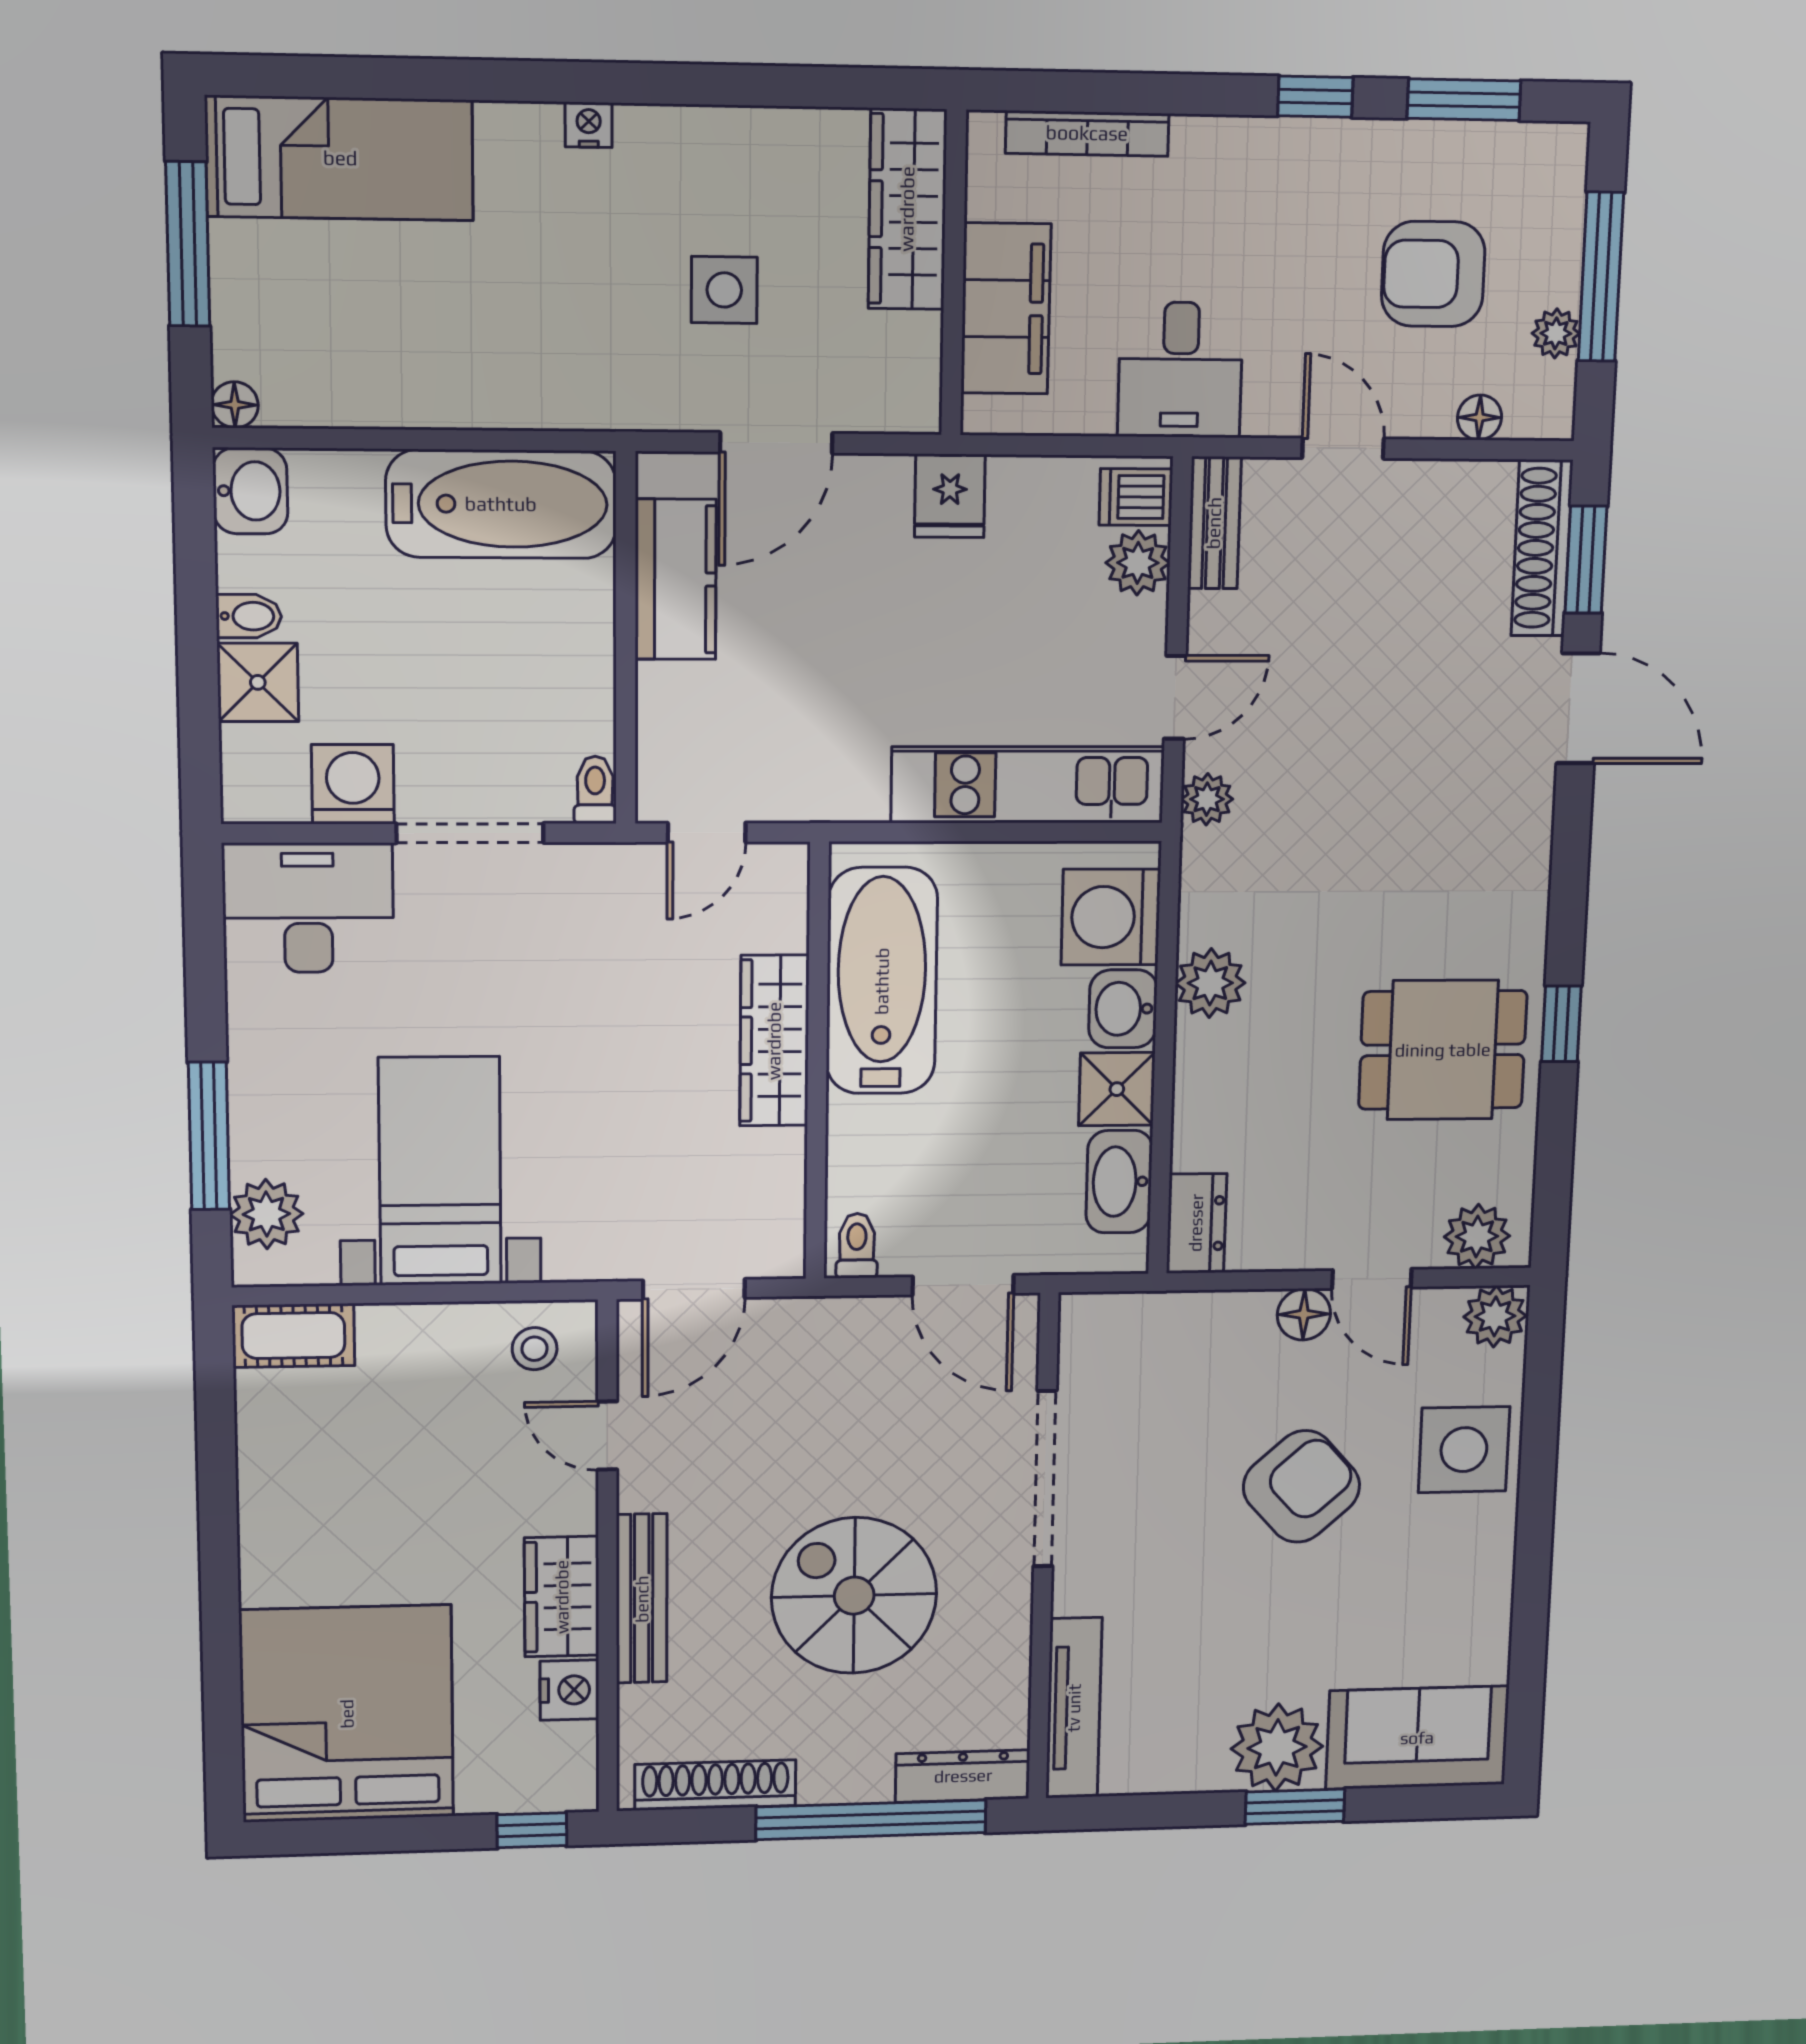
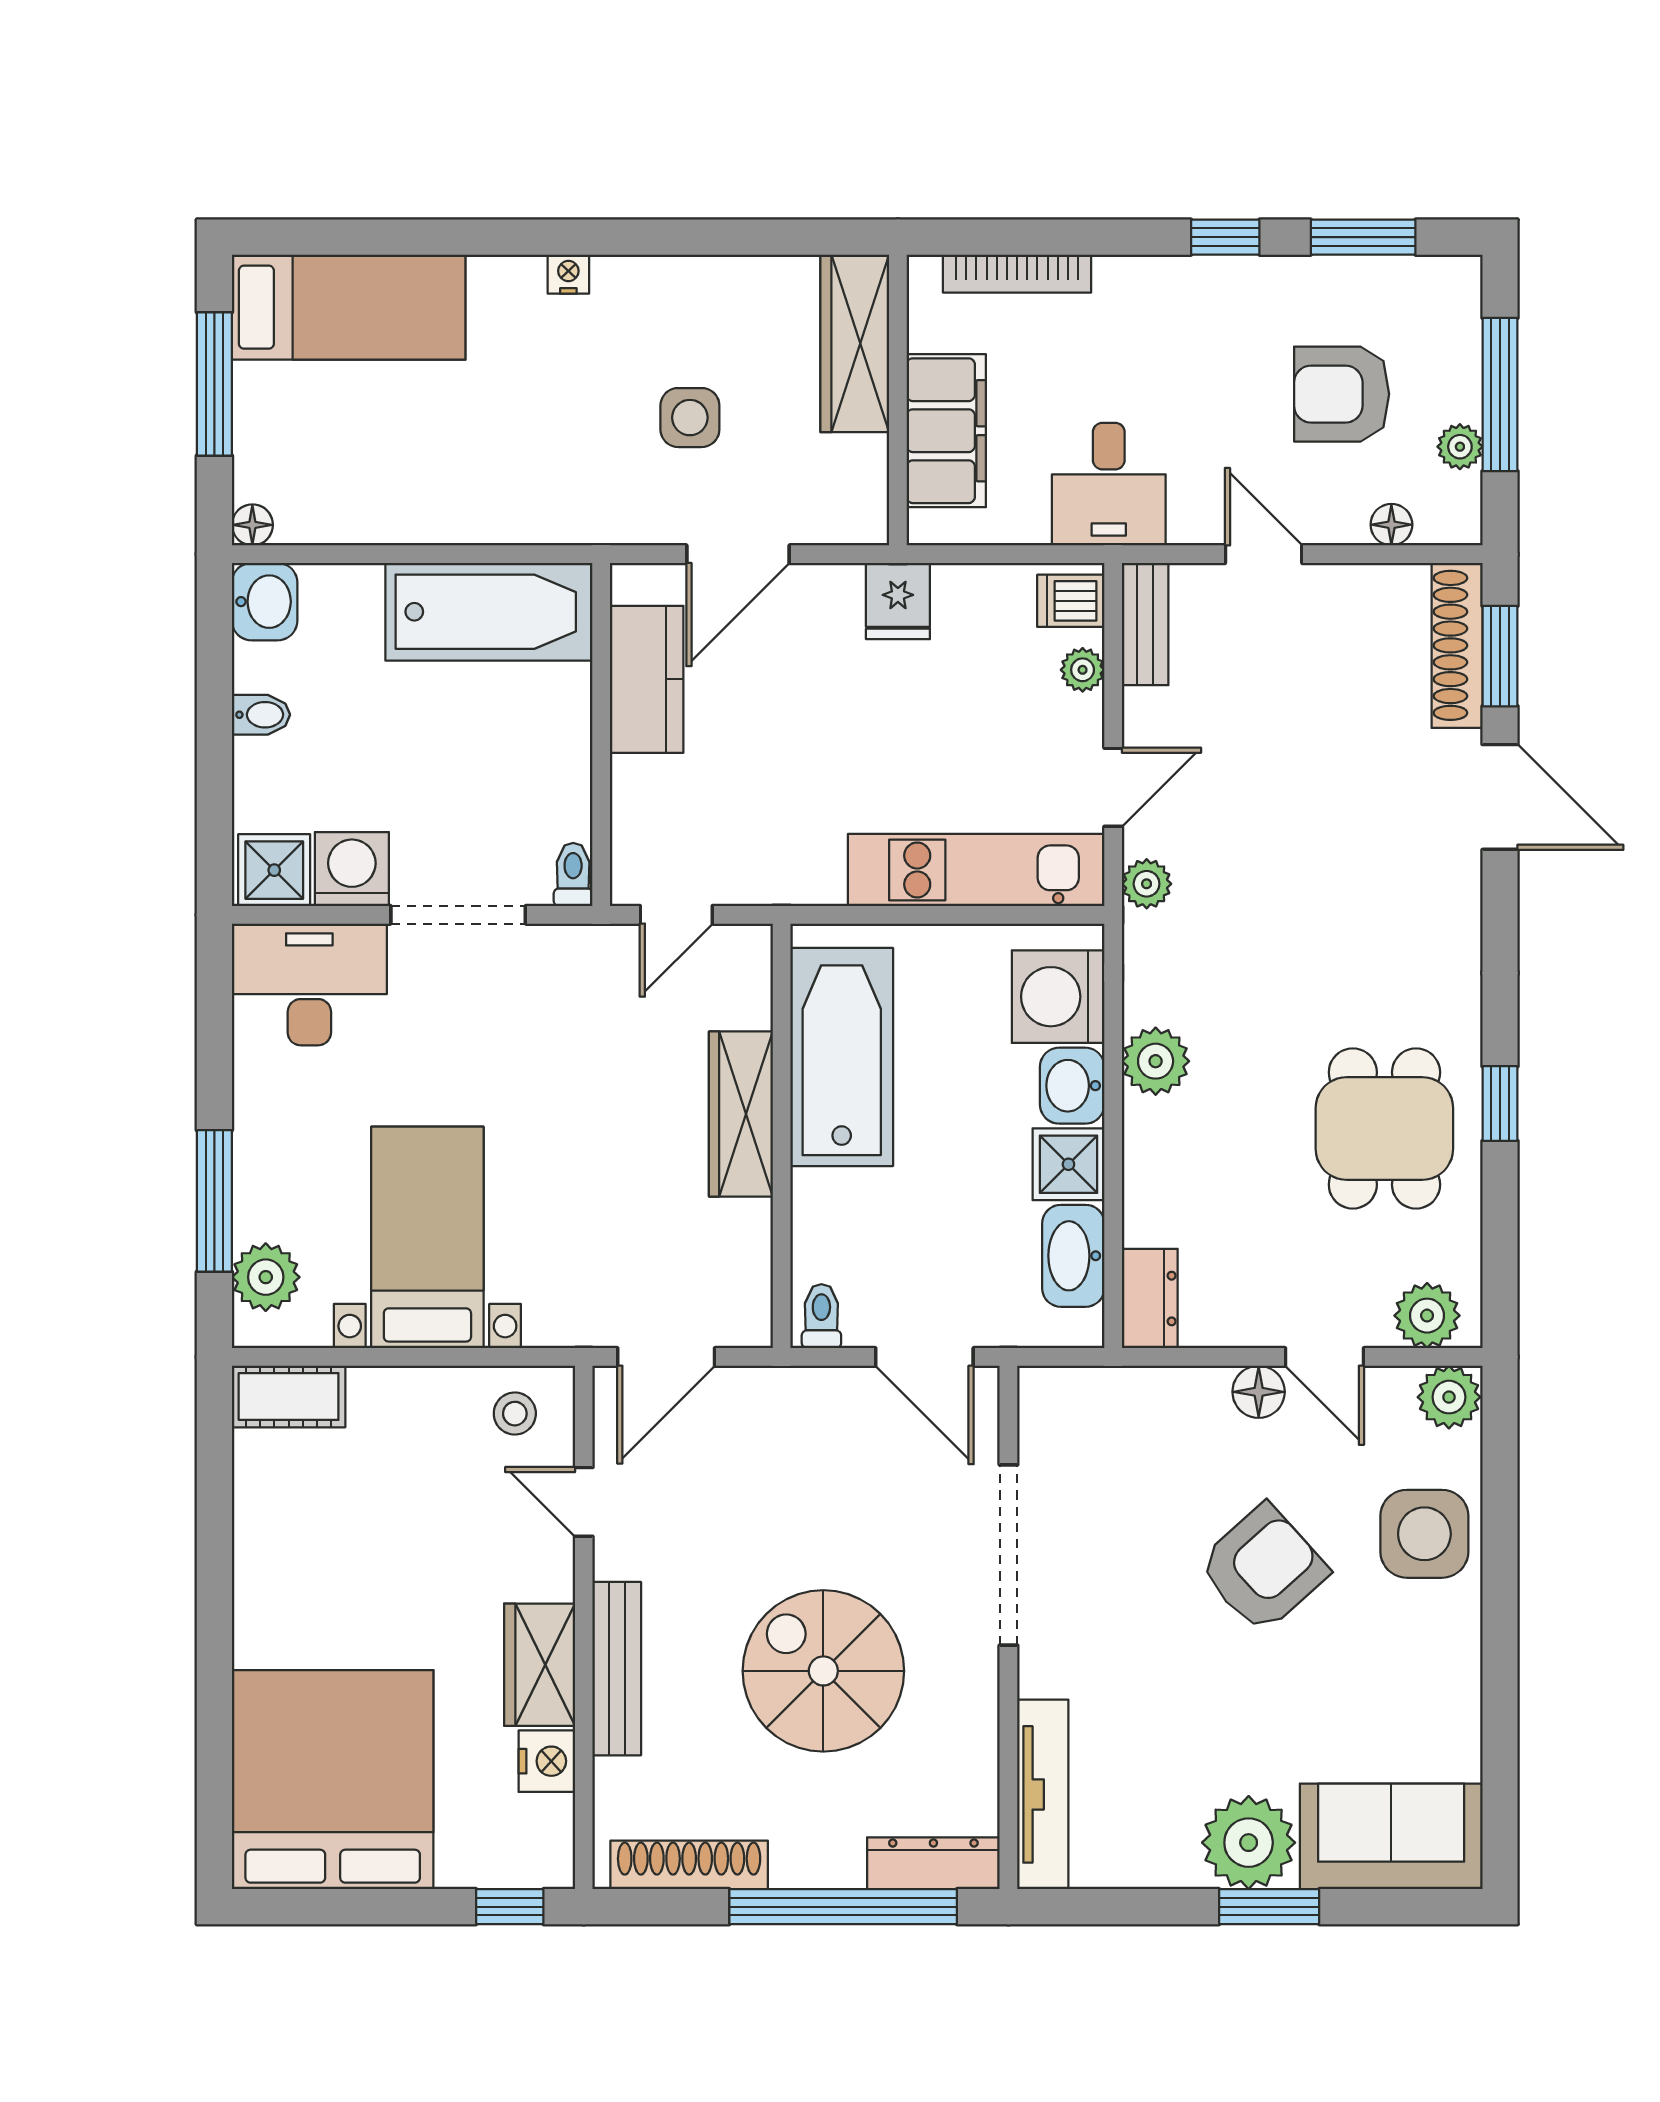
plant: (1138, 563) -> (1083, 670), width x0.73, depth x0.73
shower: (258, 682) -> (274, 870), moved
dining table: (1443, 1050) -> (1384, 1128), turned 90

